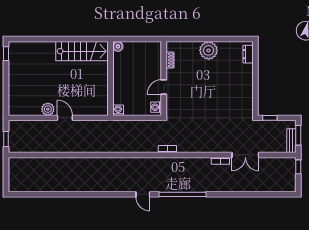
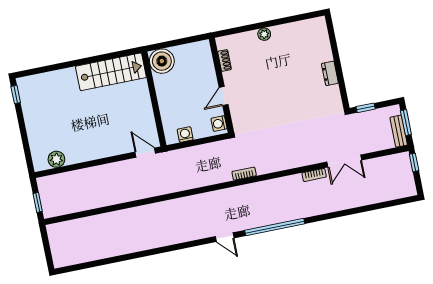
boiler: (118, 46) -> (162, 61), width x1.86, depth x1.86
plant: (209, 50) -> (264, 34), width x0.53, depth x0.53
dresser: (248, 54) -> (330, 73), moved
plant: (48, 109) -> (56, 159), moved
washing machine: (118, 110) -> (185, 134), moved
door: (65, 118) -> (145, 153), moved

